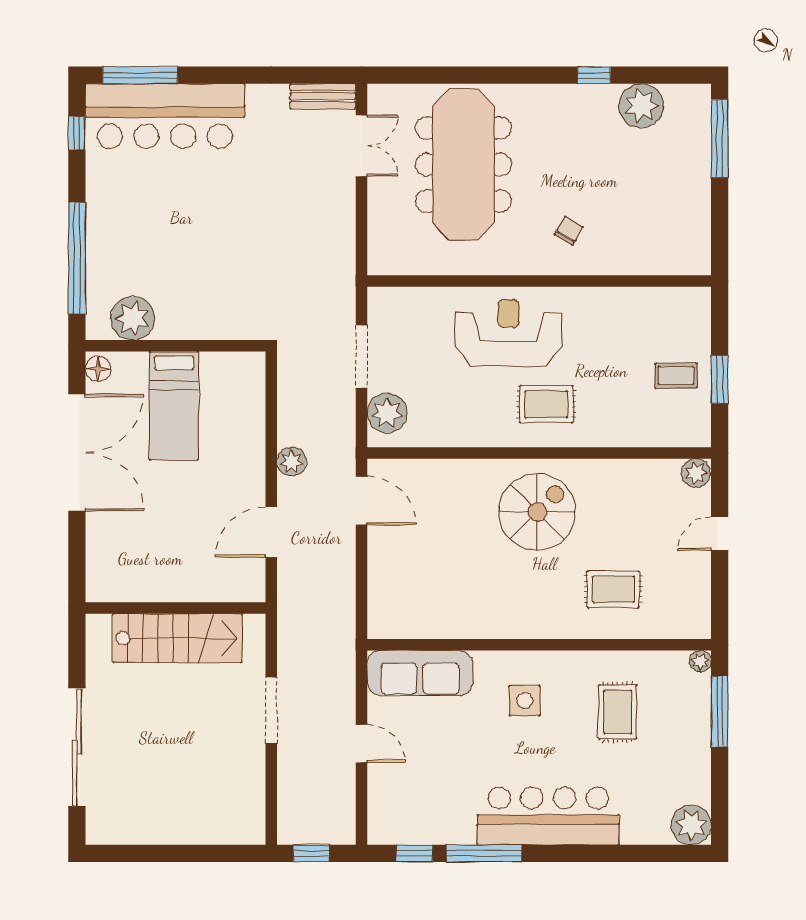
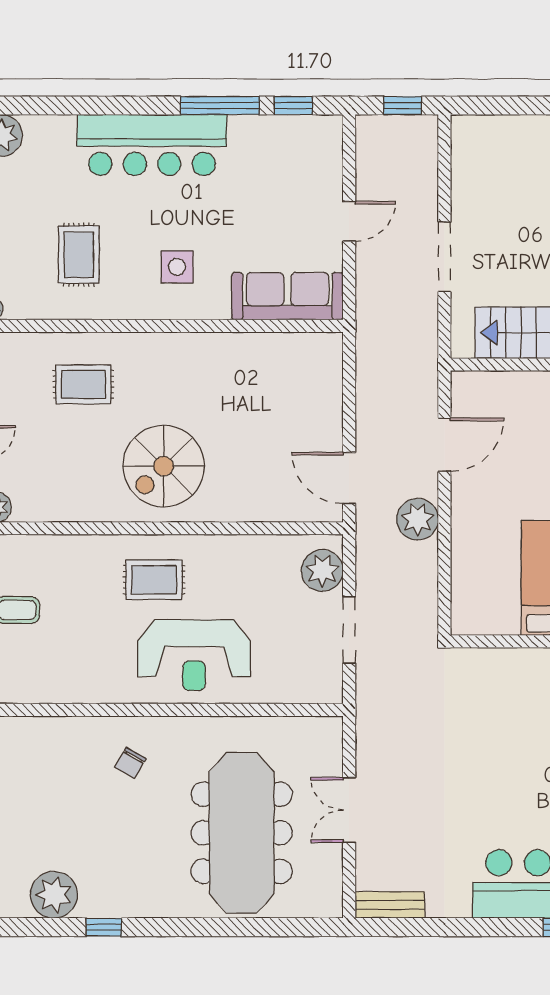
double door: (362, 146) -> (349, 810), moved
plant: (291, 462) -> (418, 519), width x1.36, depth x1.36
door: (362, 744) -> (349, 221), swing flipped

